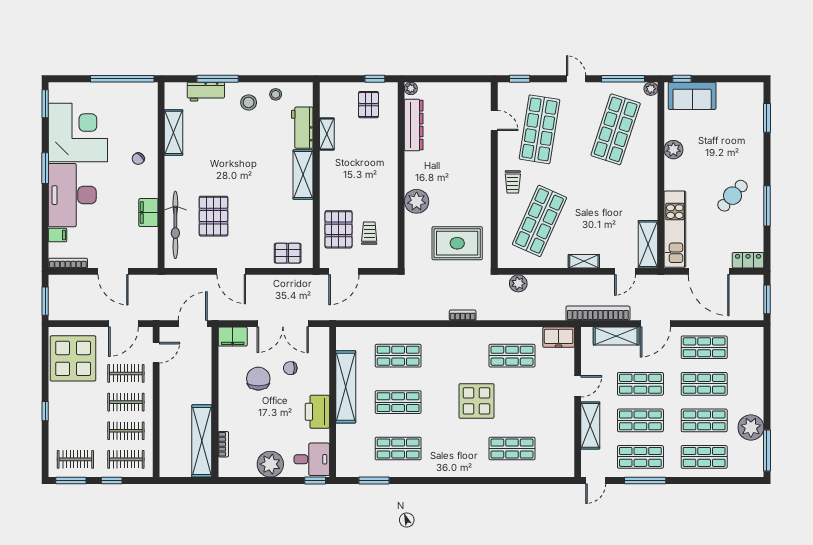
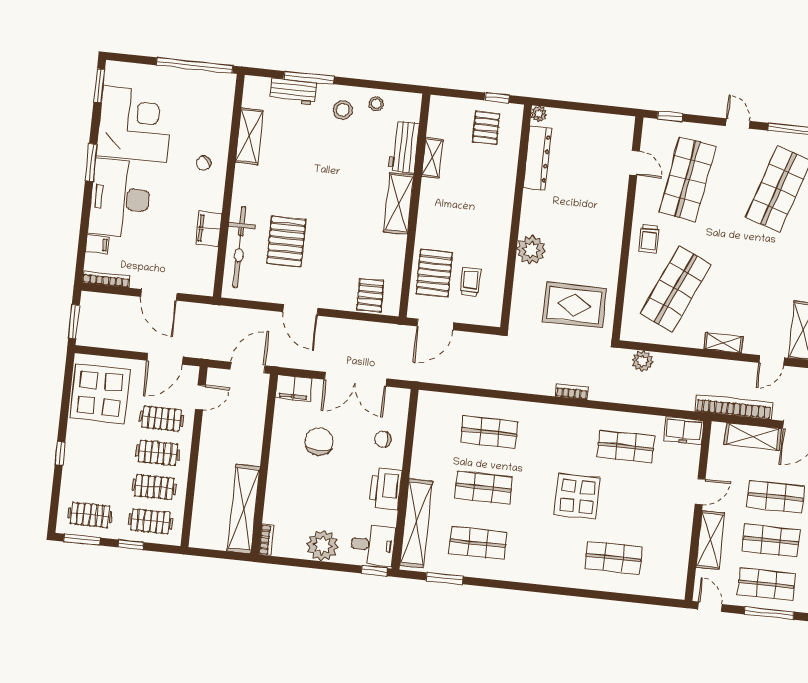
pallet: (288, 253) -> (370, 295), turned 90
chair: (290, 368) -> (383, 439), moved
shelving: (346, 387) -> (416, 523), moved
bookcase: (223, 444) -> (266, 540), moved
door: (596, 480) -> (710, 607), swing flipped

